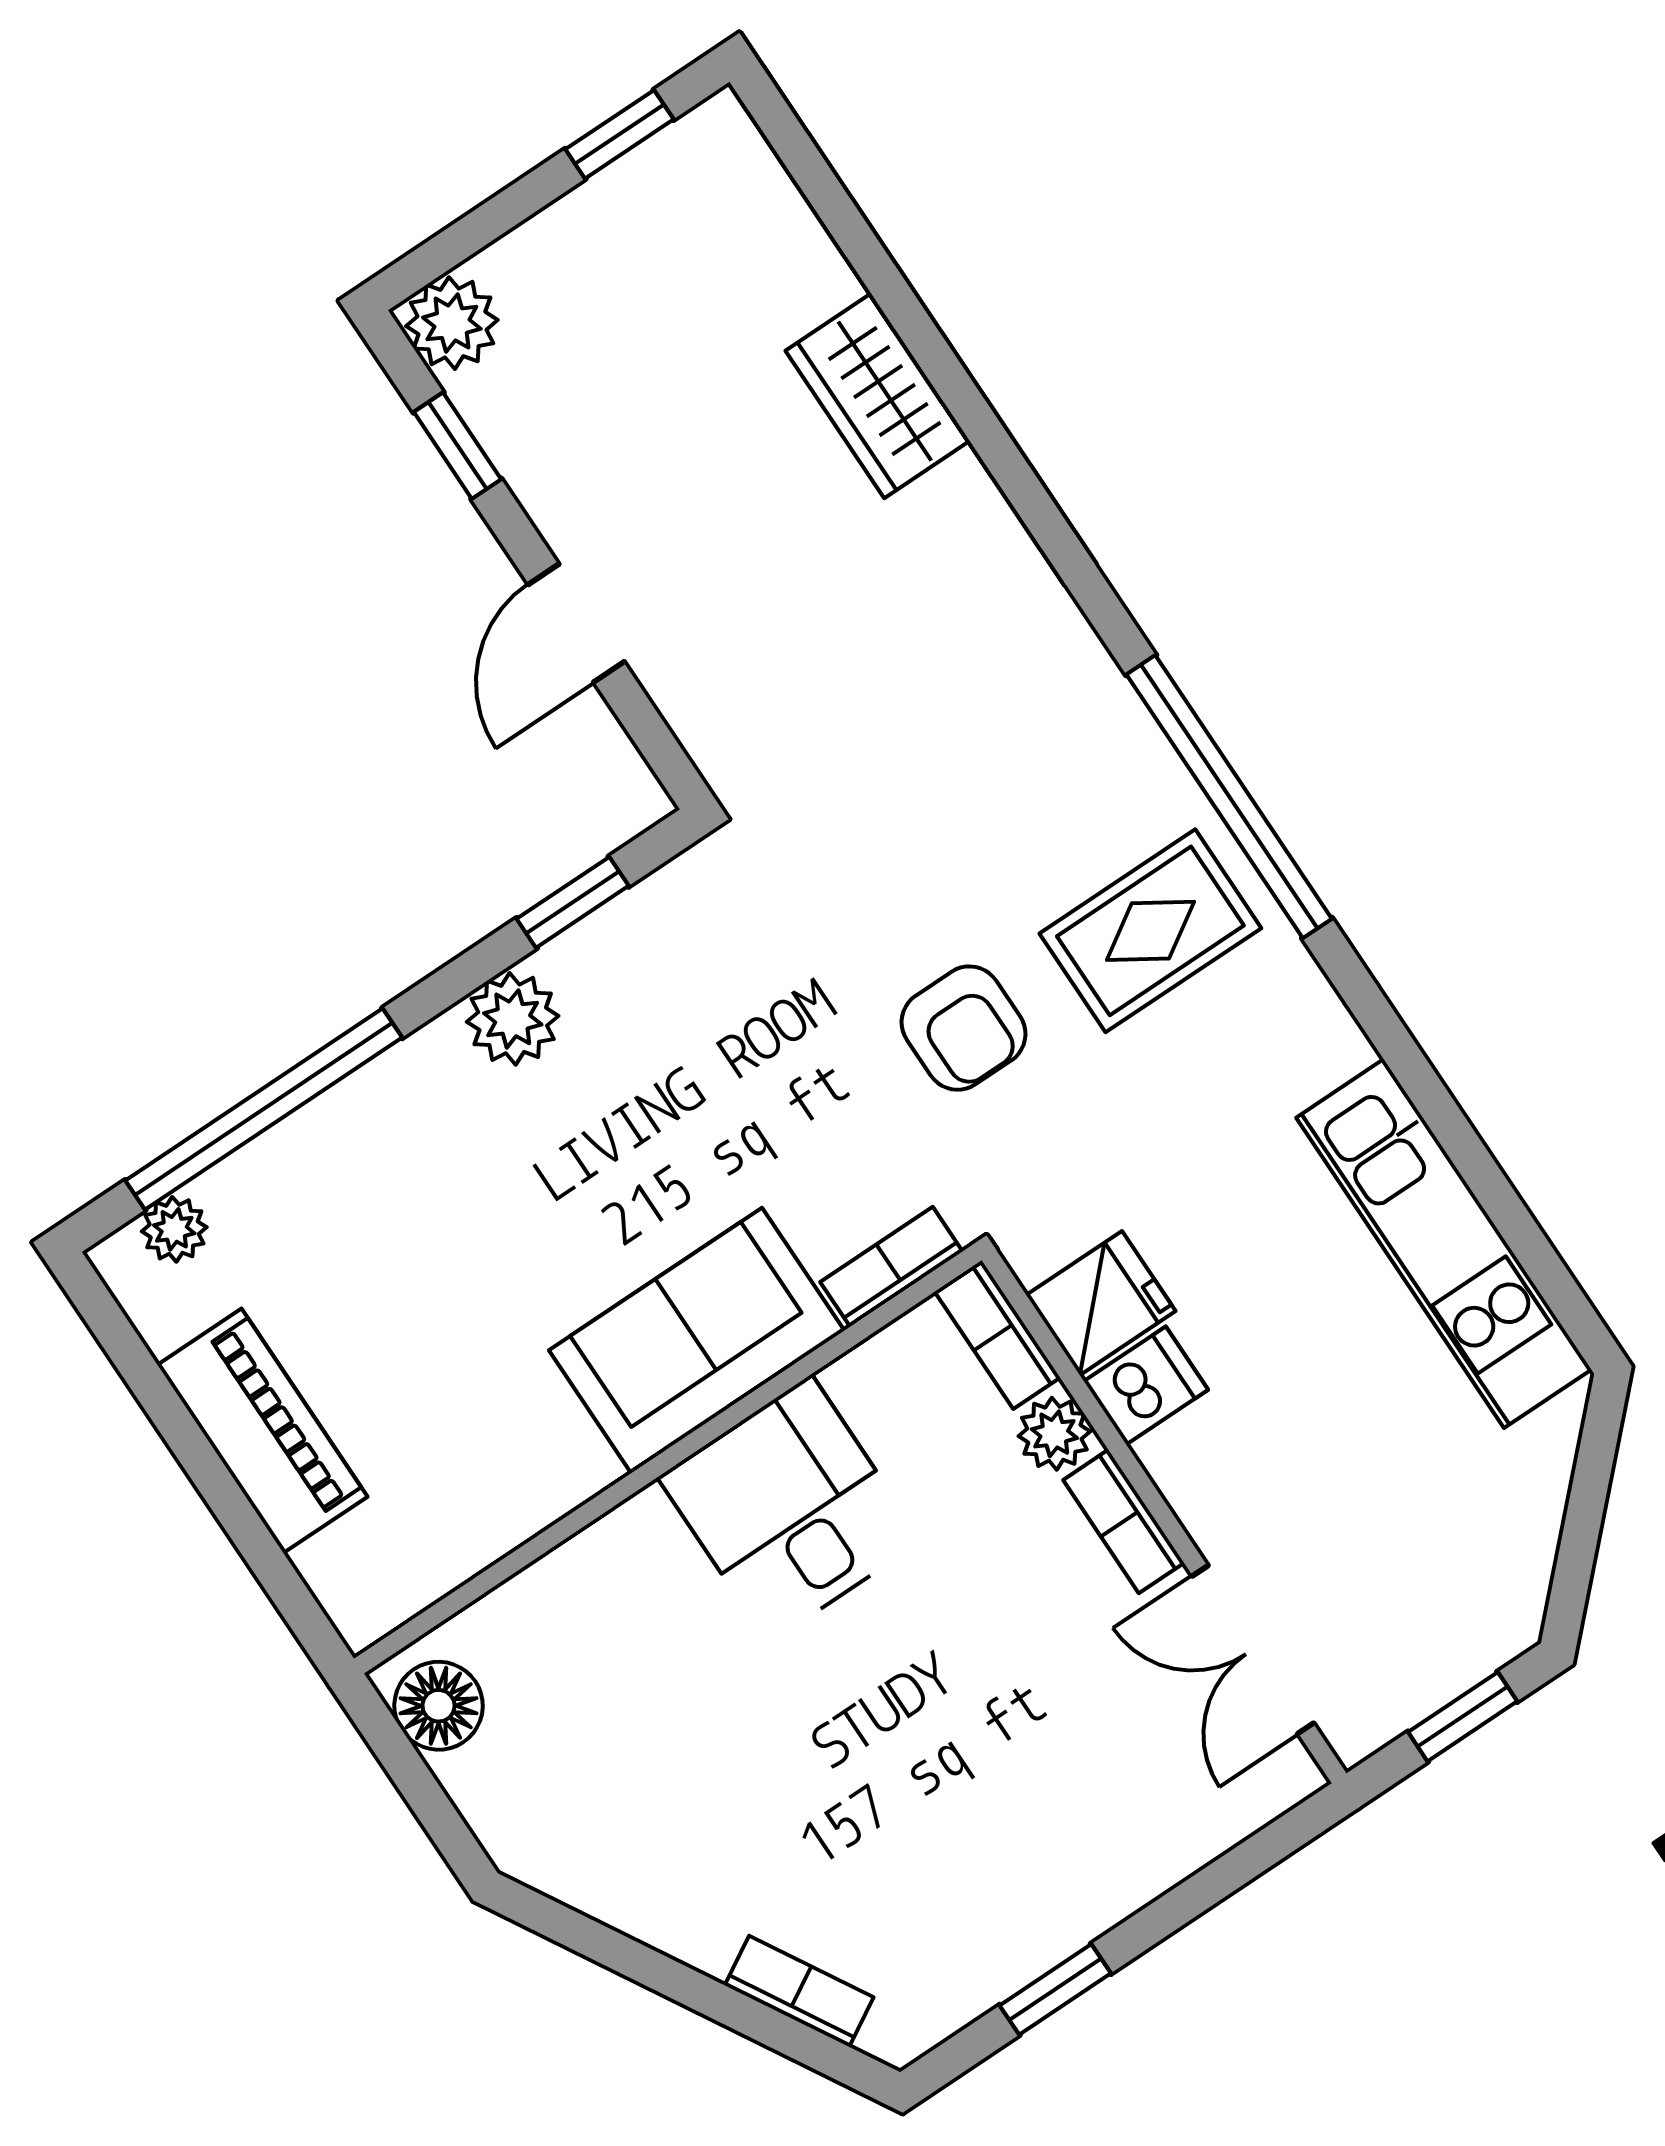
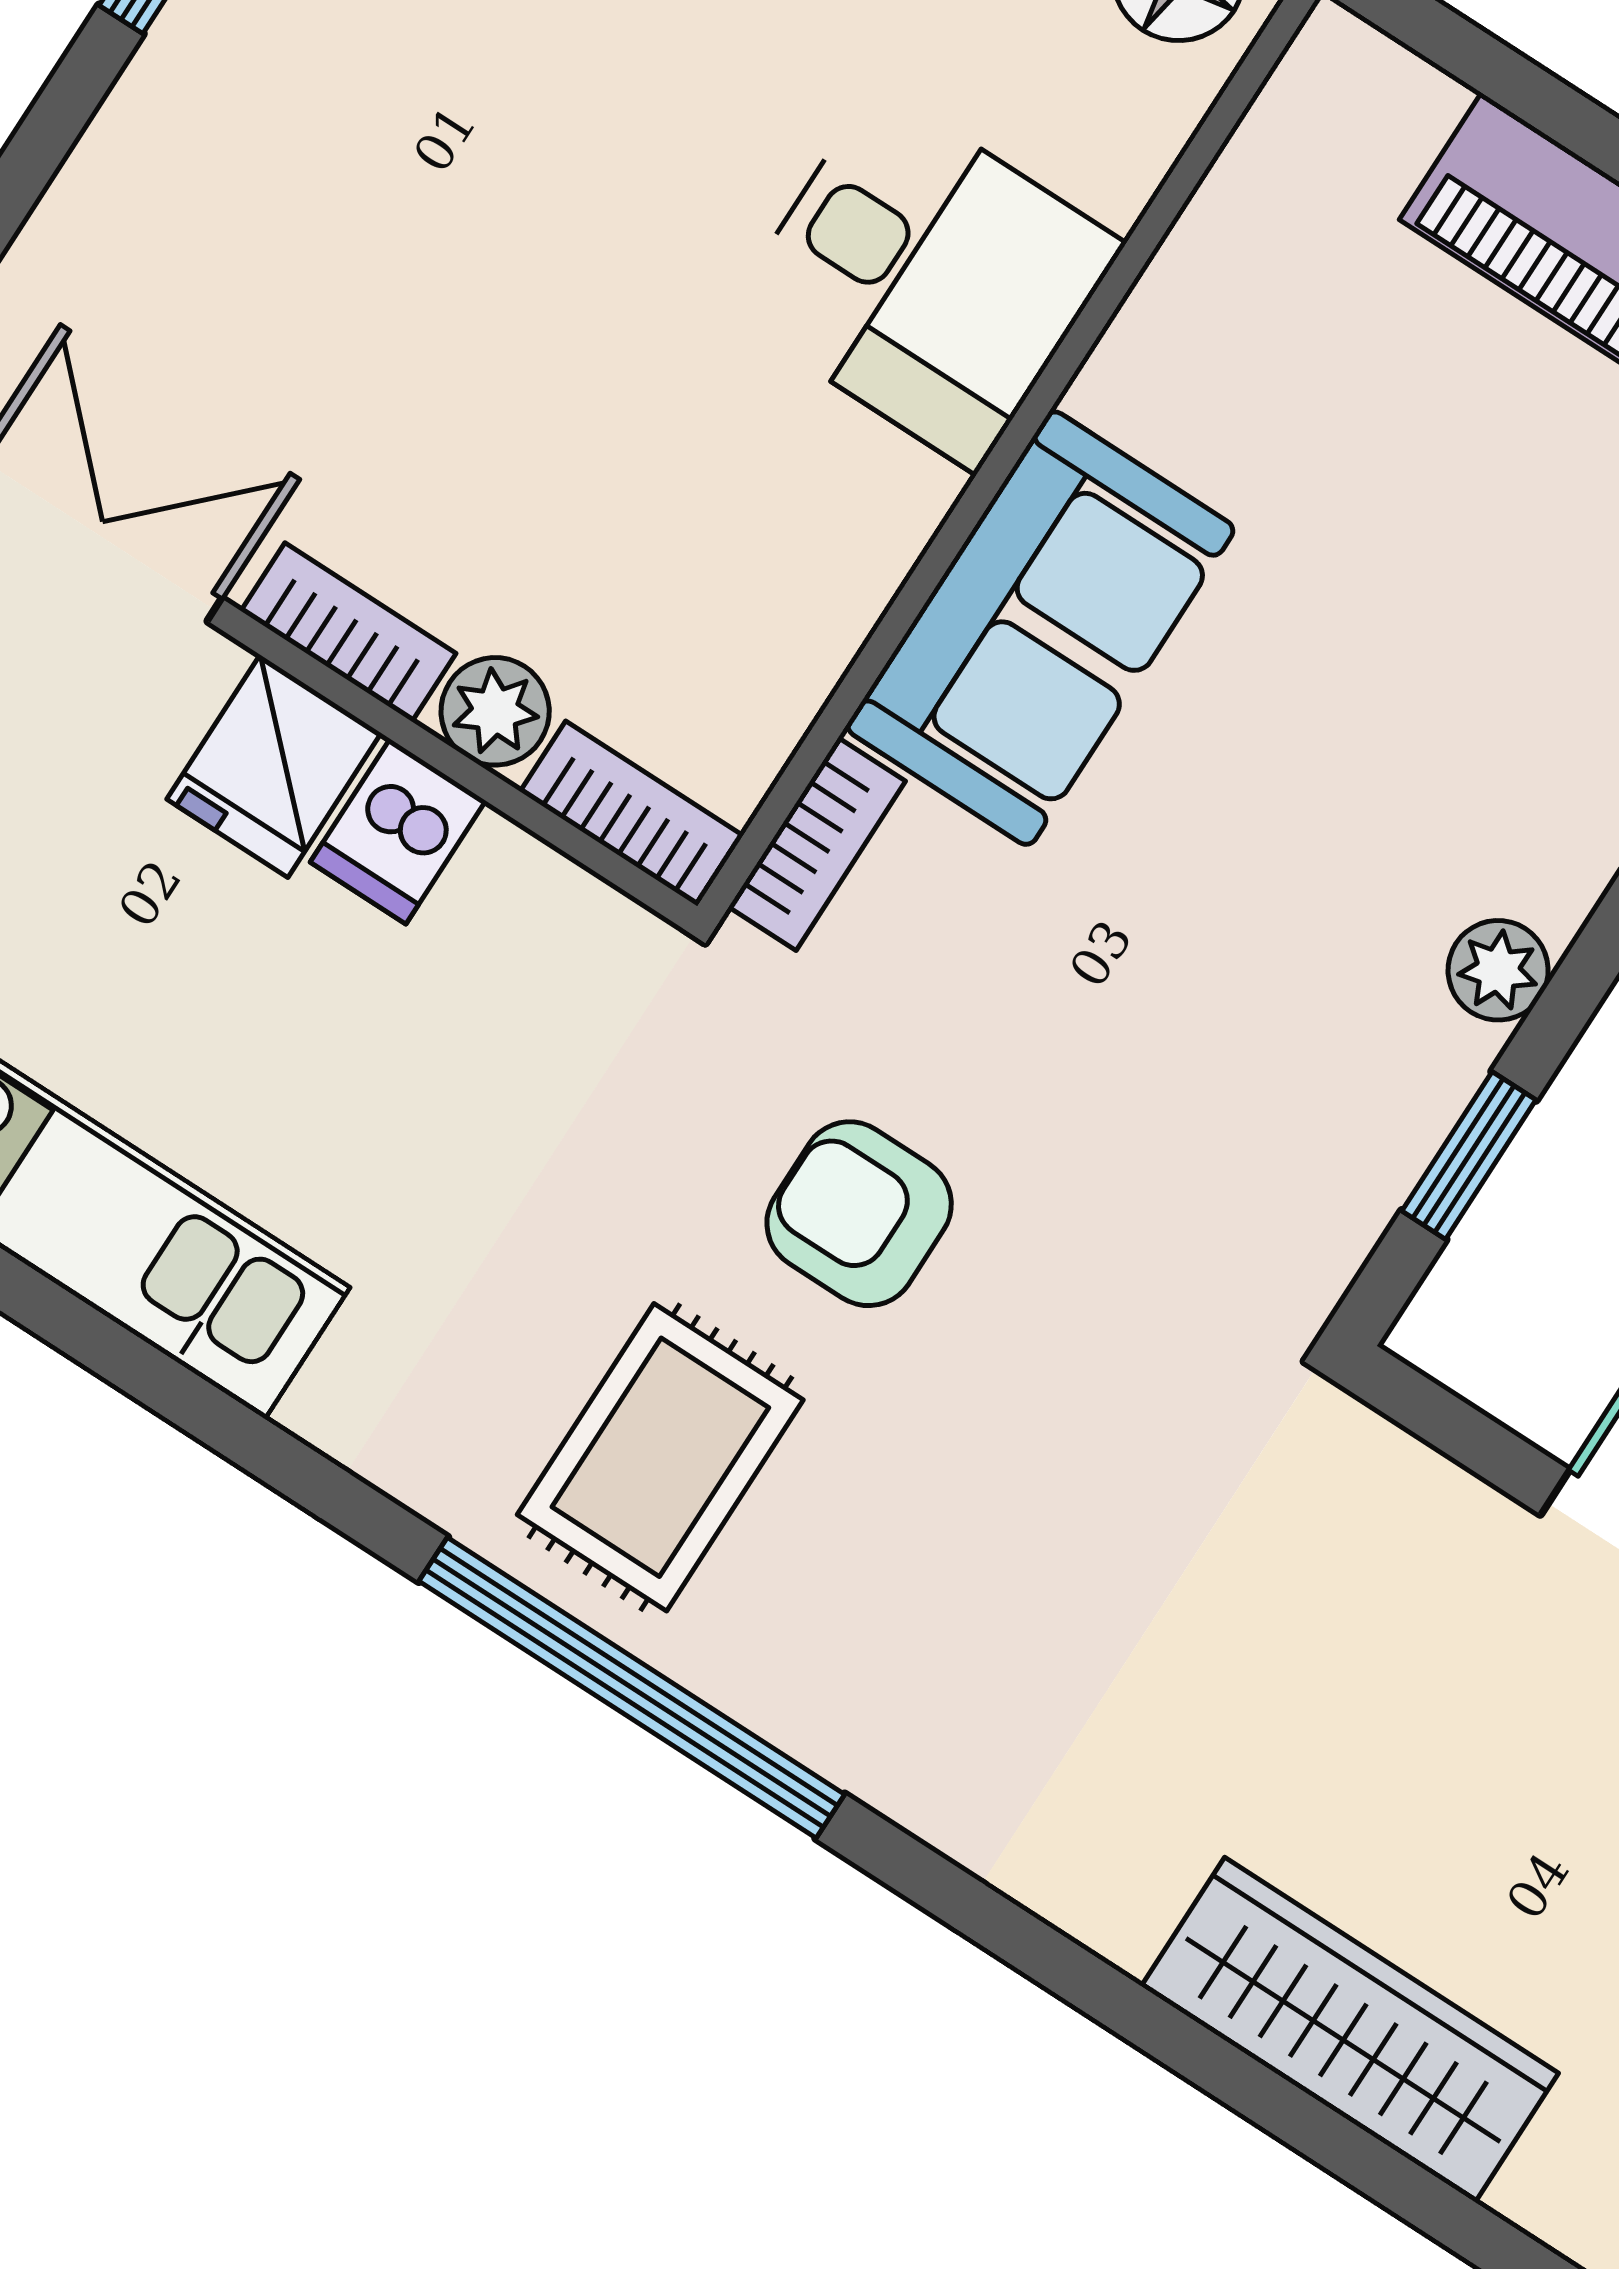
wardrobe: (878, 396) -> (1350, 2030), width x1.50
plant: (513, 1019) -> (1498, 970), width x0.73, depth x0.73
fridge: (1101, 1303) -> (274, 766), moved
desk: (790, 1509) -> (926, 278), moved

